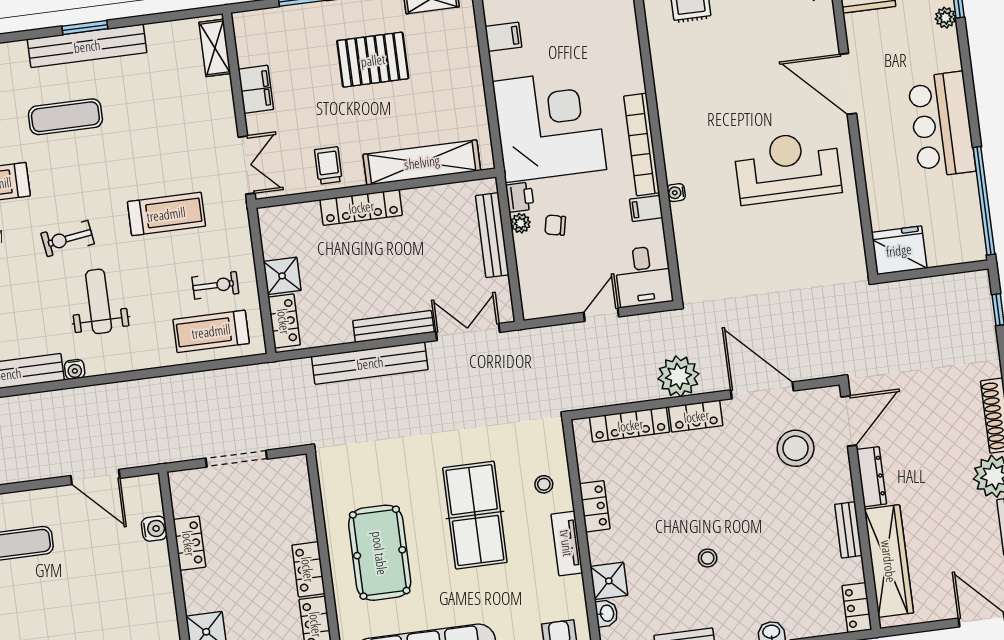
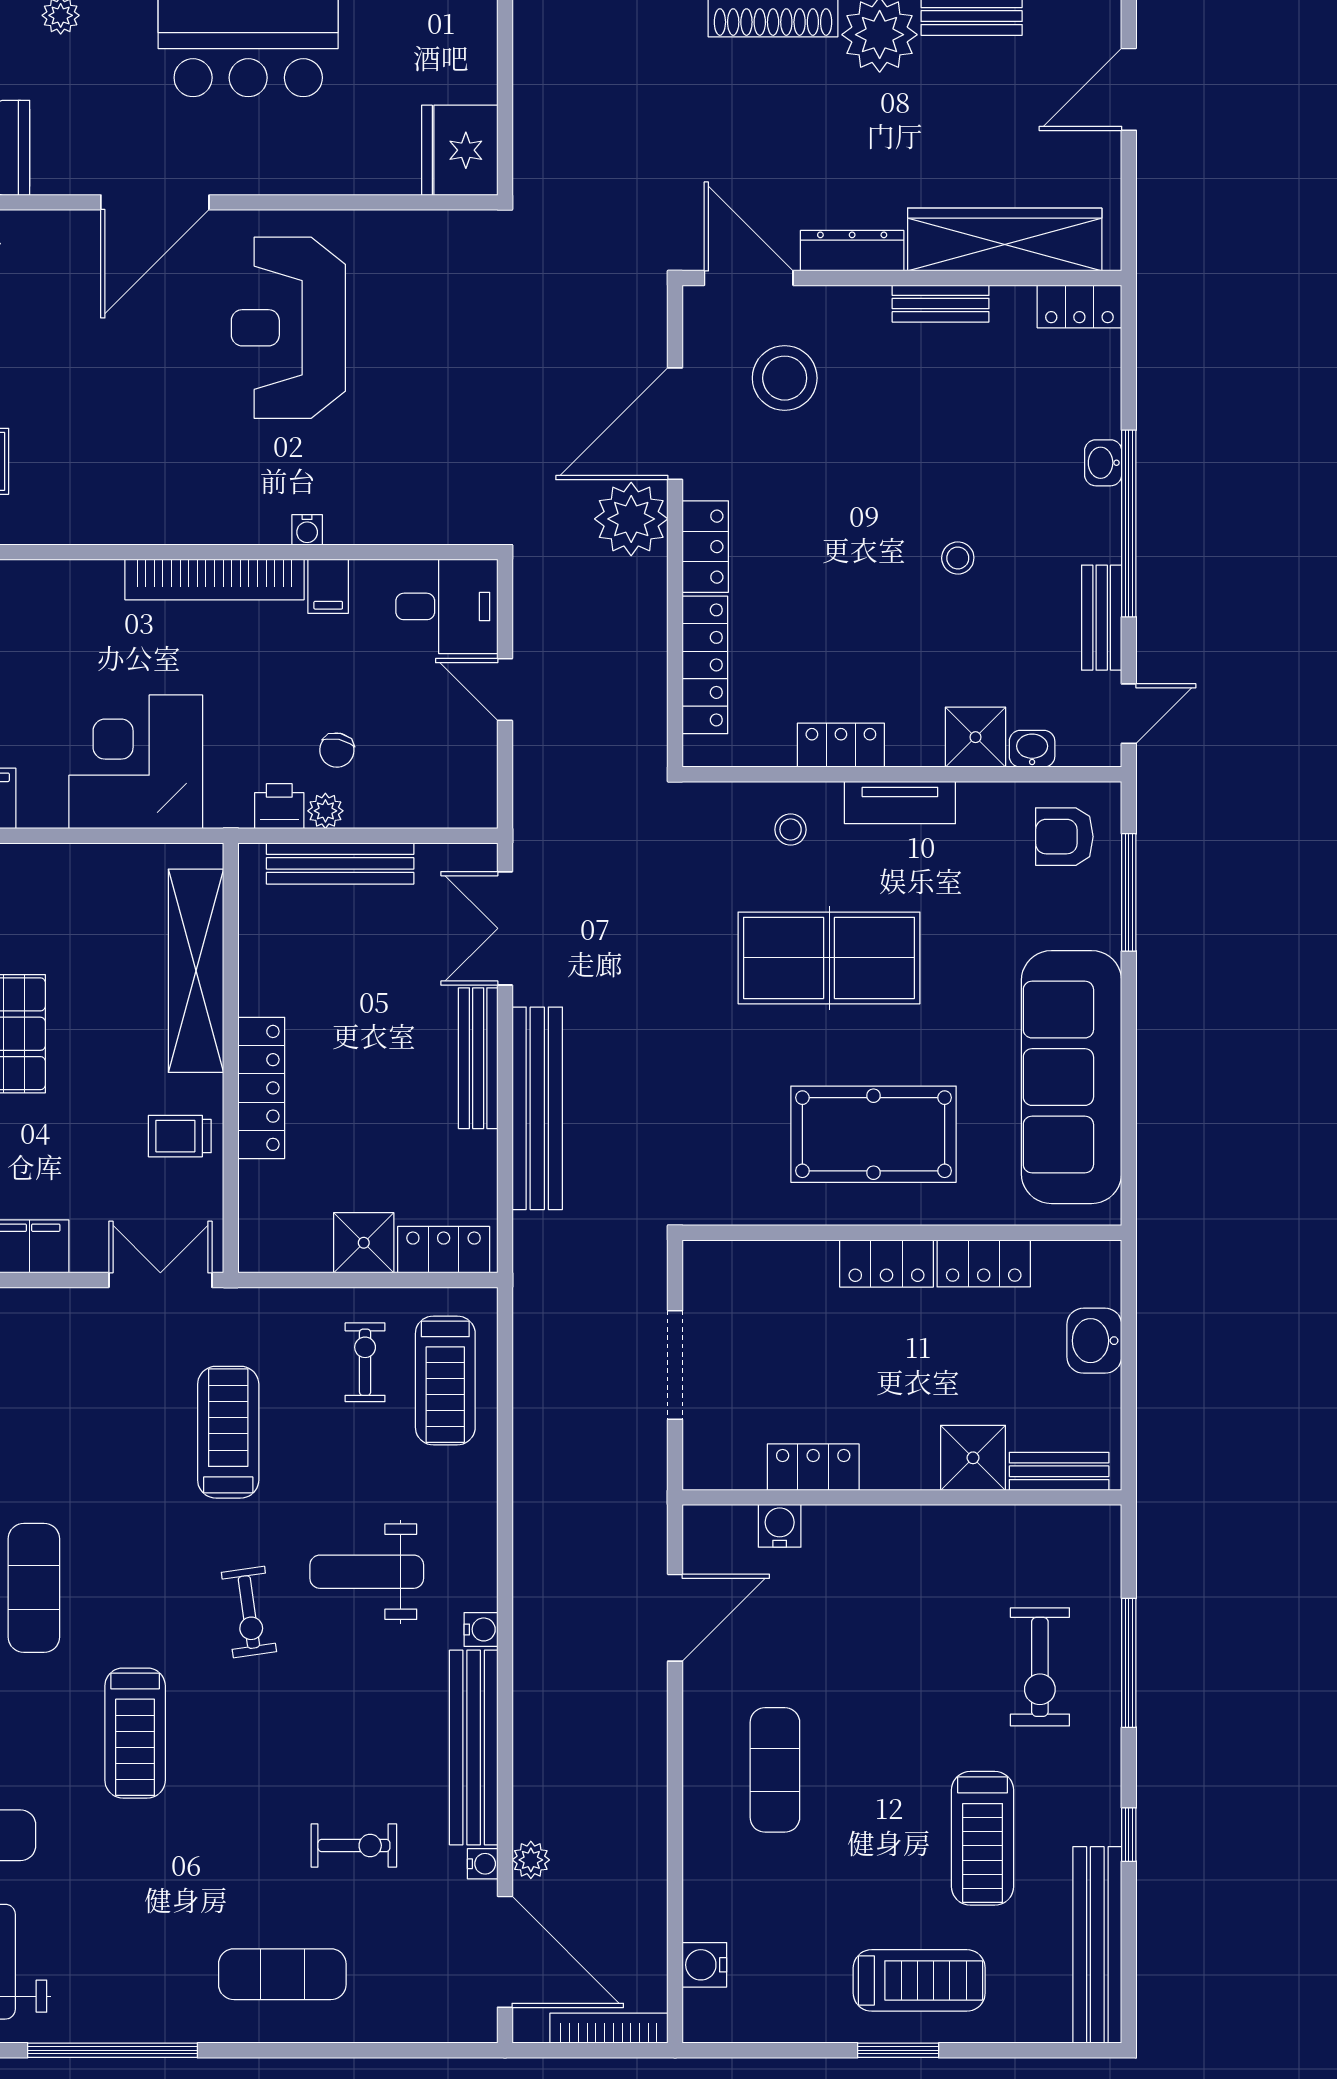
corner desk: (549, 125) -> (136, 762), width x0.74, depth x0.74
plant: (679, 376) -> (631, 519), moved

